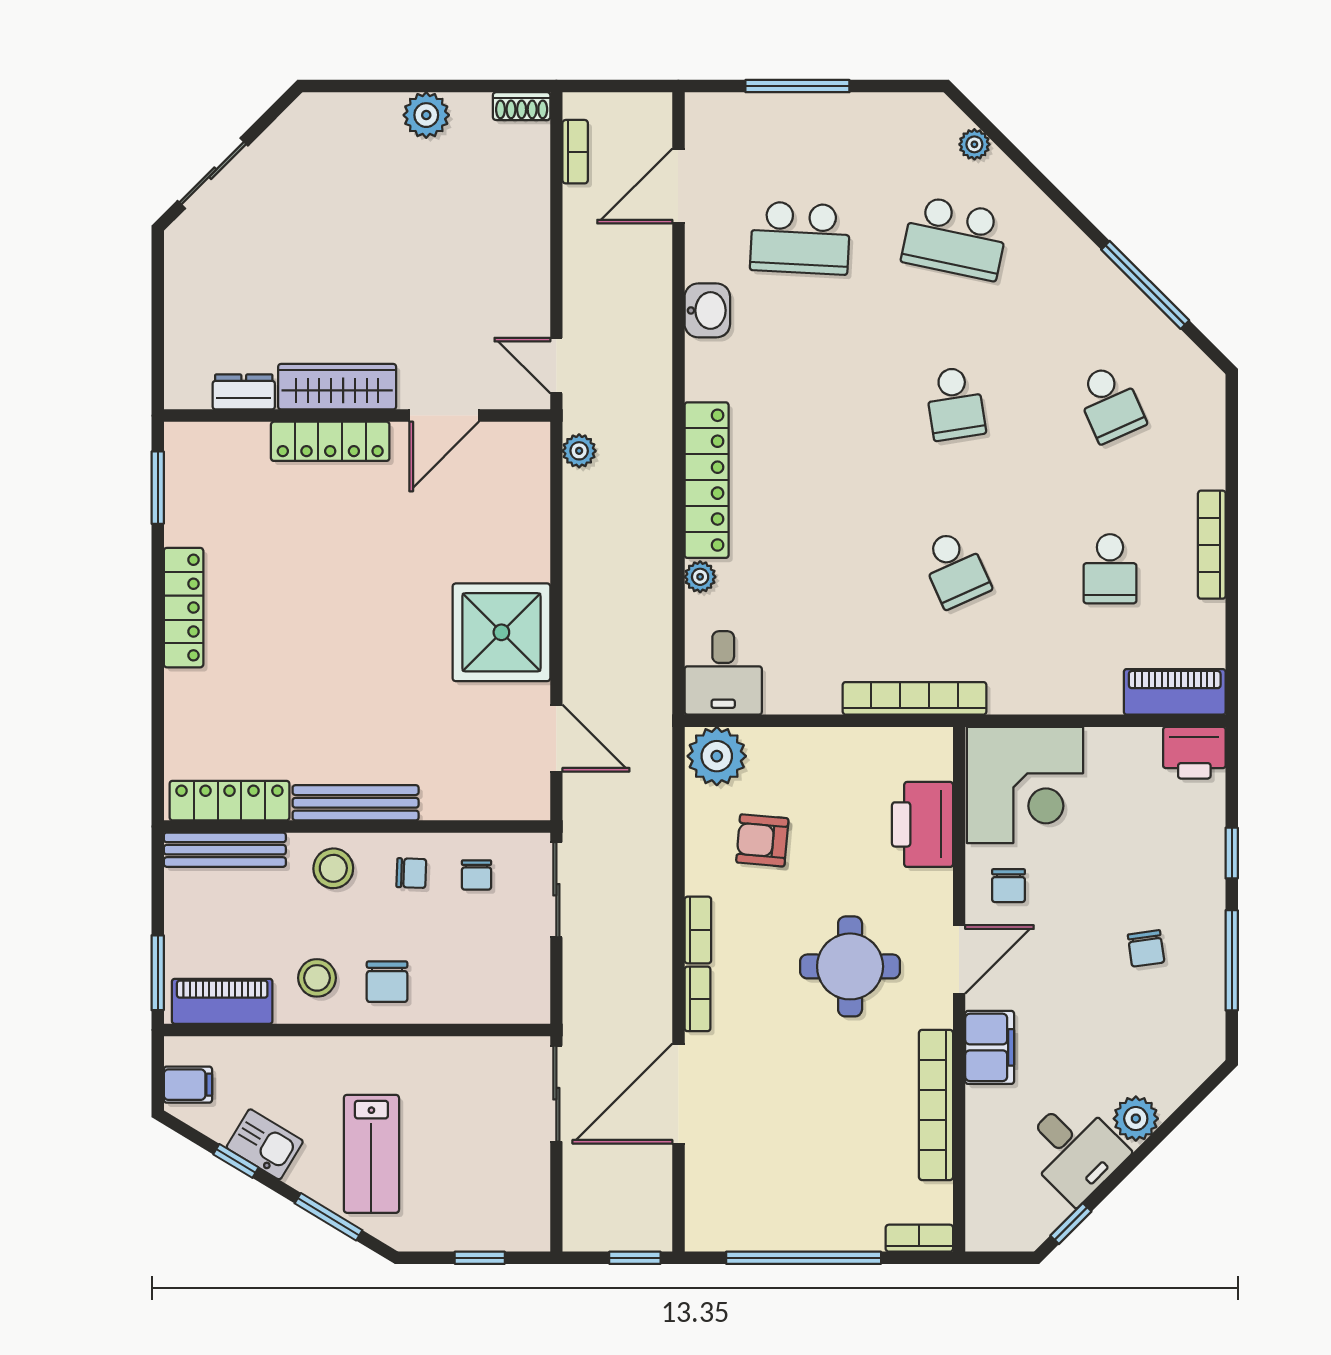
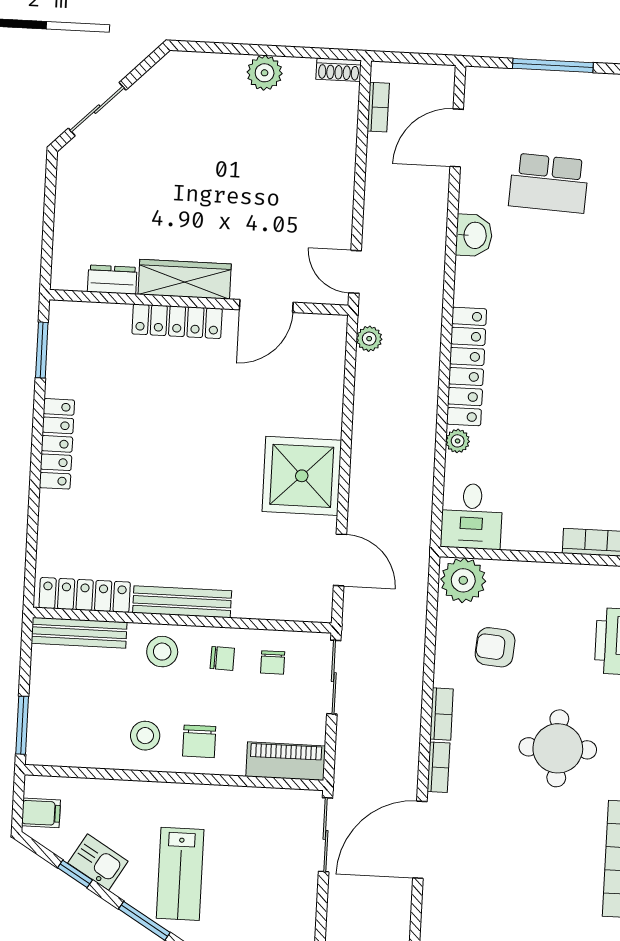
piano: (222, 1001) -> (286, 761), moved

